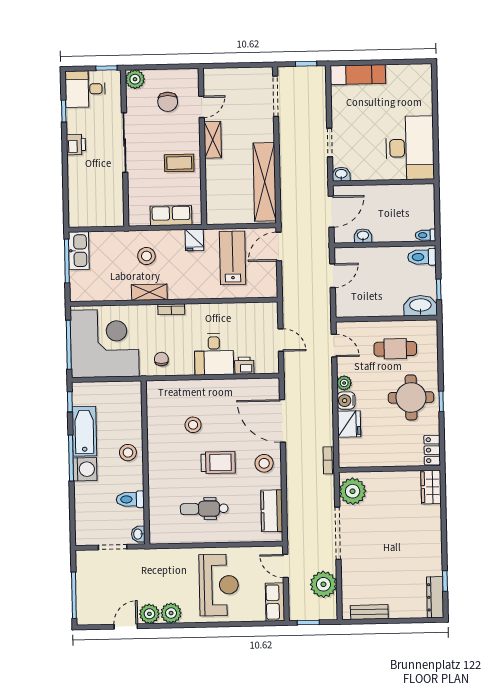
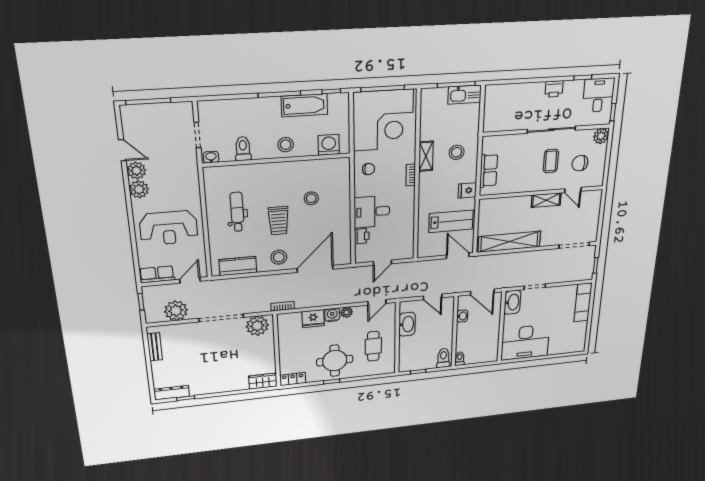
coffee table: (179, 163) -> (551, 161), moved
washbasin: (341, 174) -> (512, 302), width x1.91, depth x1.45
washbasin: (420, 306) -> (407, 324), moved
washing machine: (85, 469) -> (329, 145), moved, turned 180

